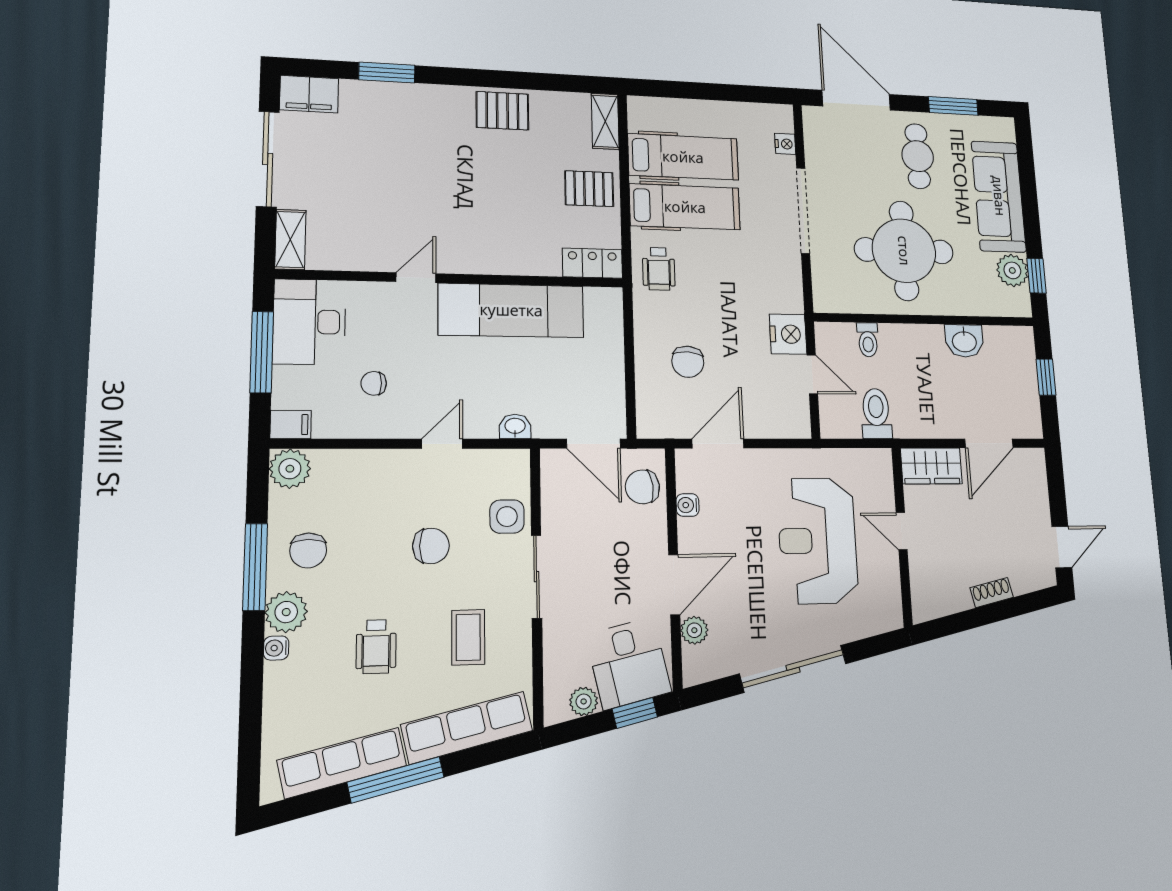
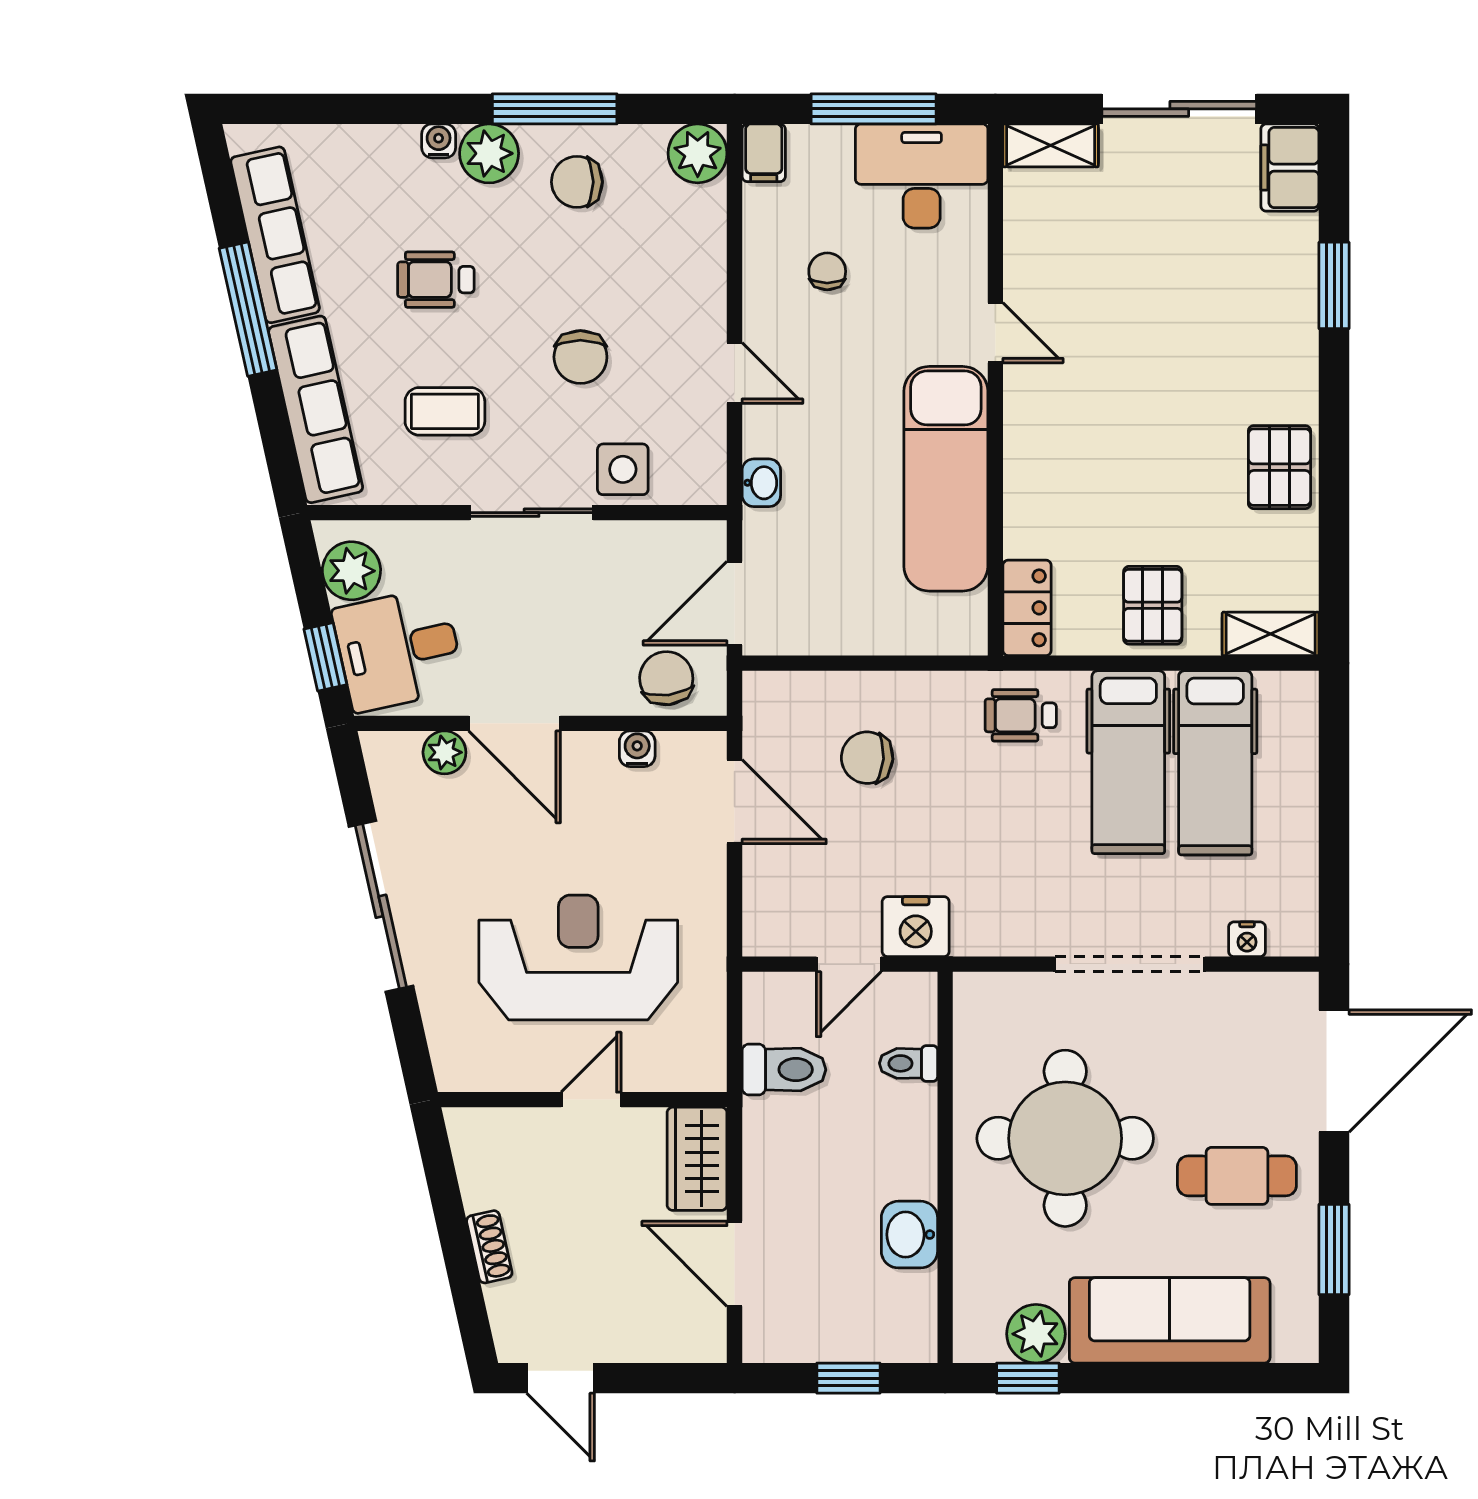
plant: (584, 701) -> (351, 571), width x1.38, depth x1.38

